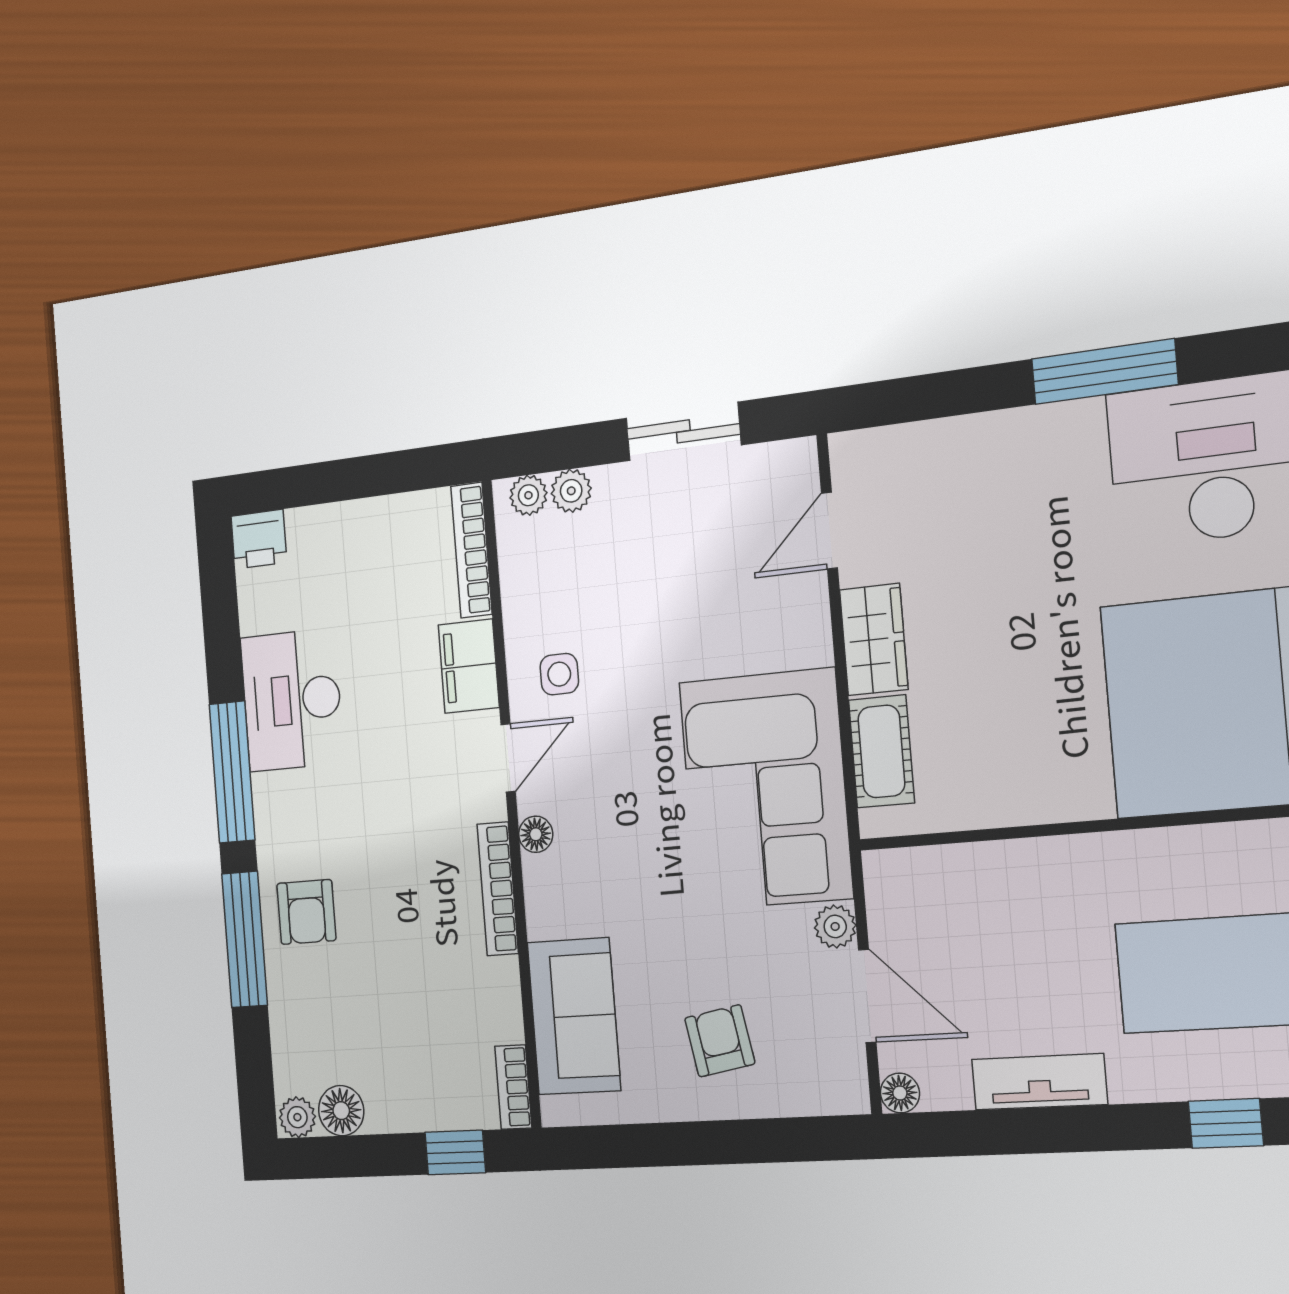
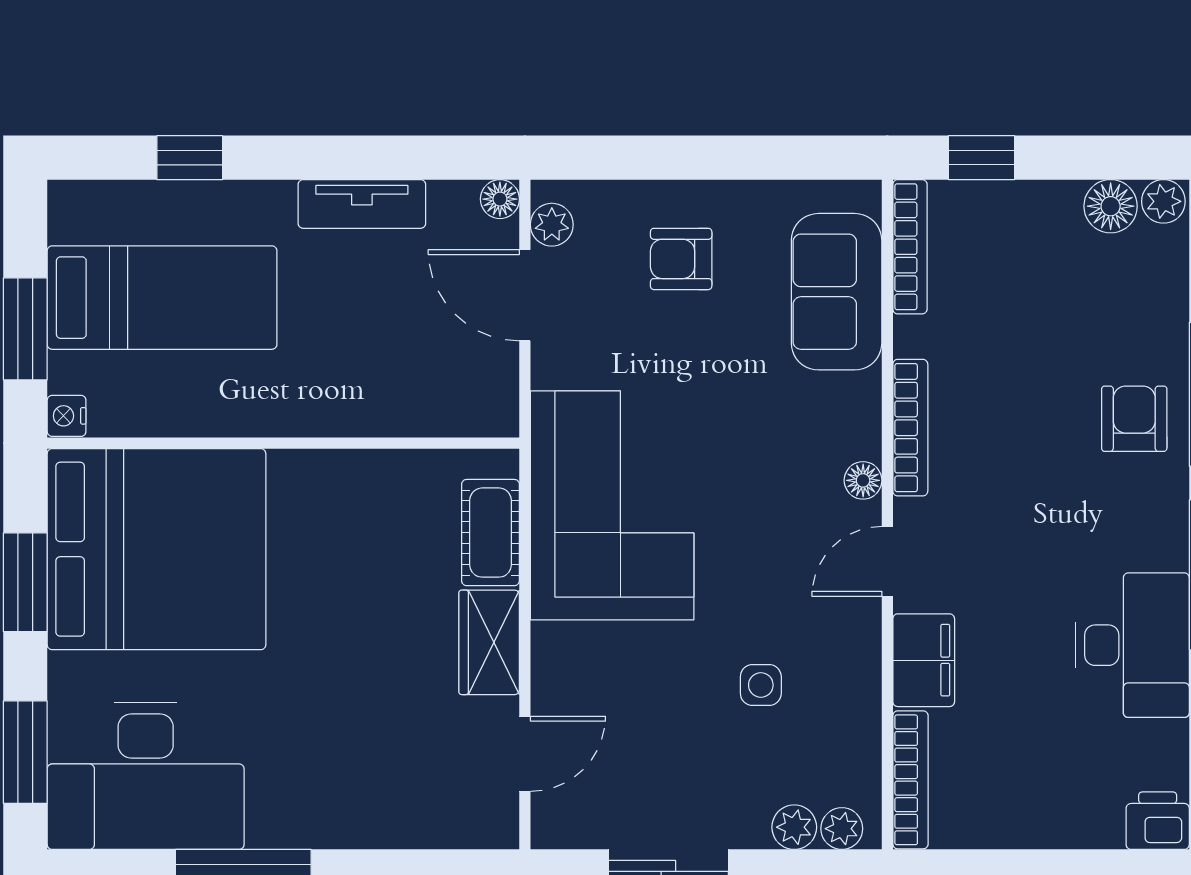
side table: (559, 674) -> (761, 685), moved
plant: (835, 926) -> (552, 225), moved
armchair: (720, 1041) -> (681, 259), turned 100
bookcase: (513, 1087) -> (910, 247), width x1.56

